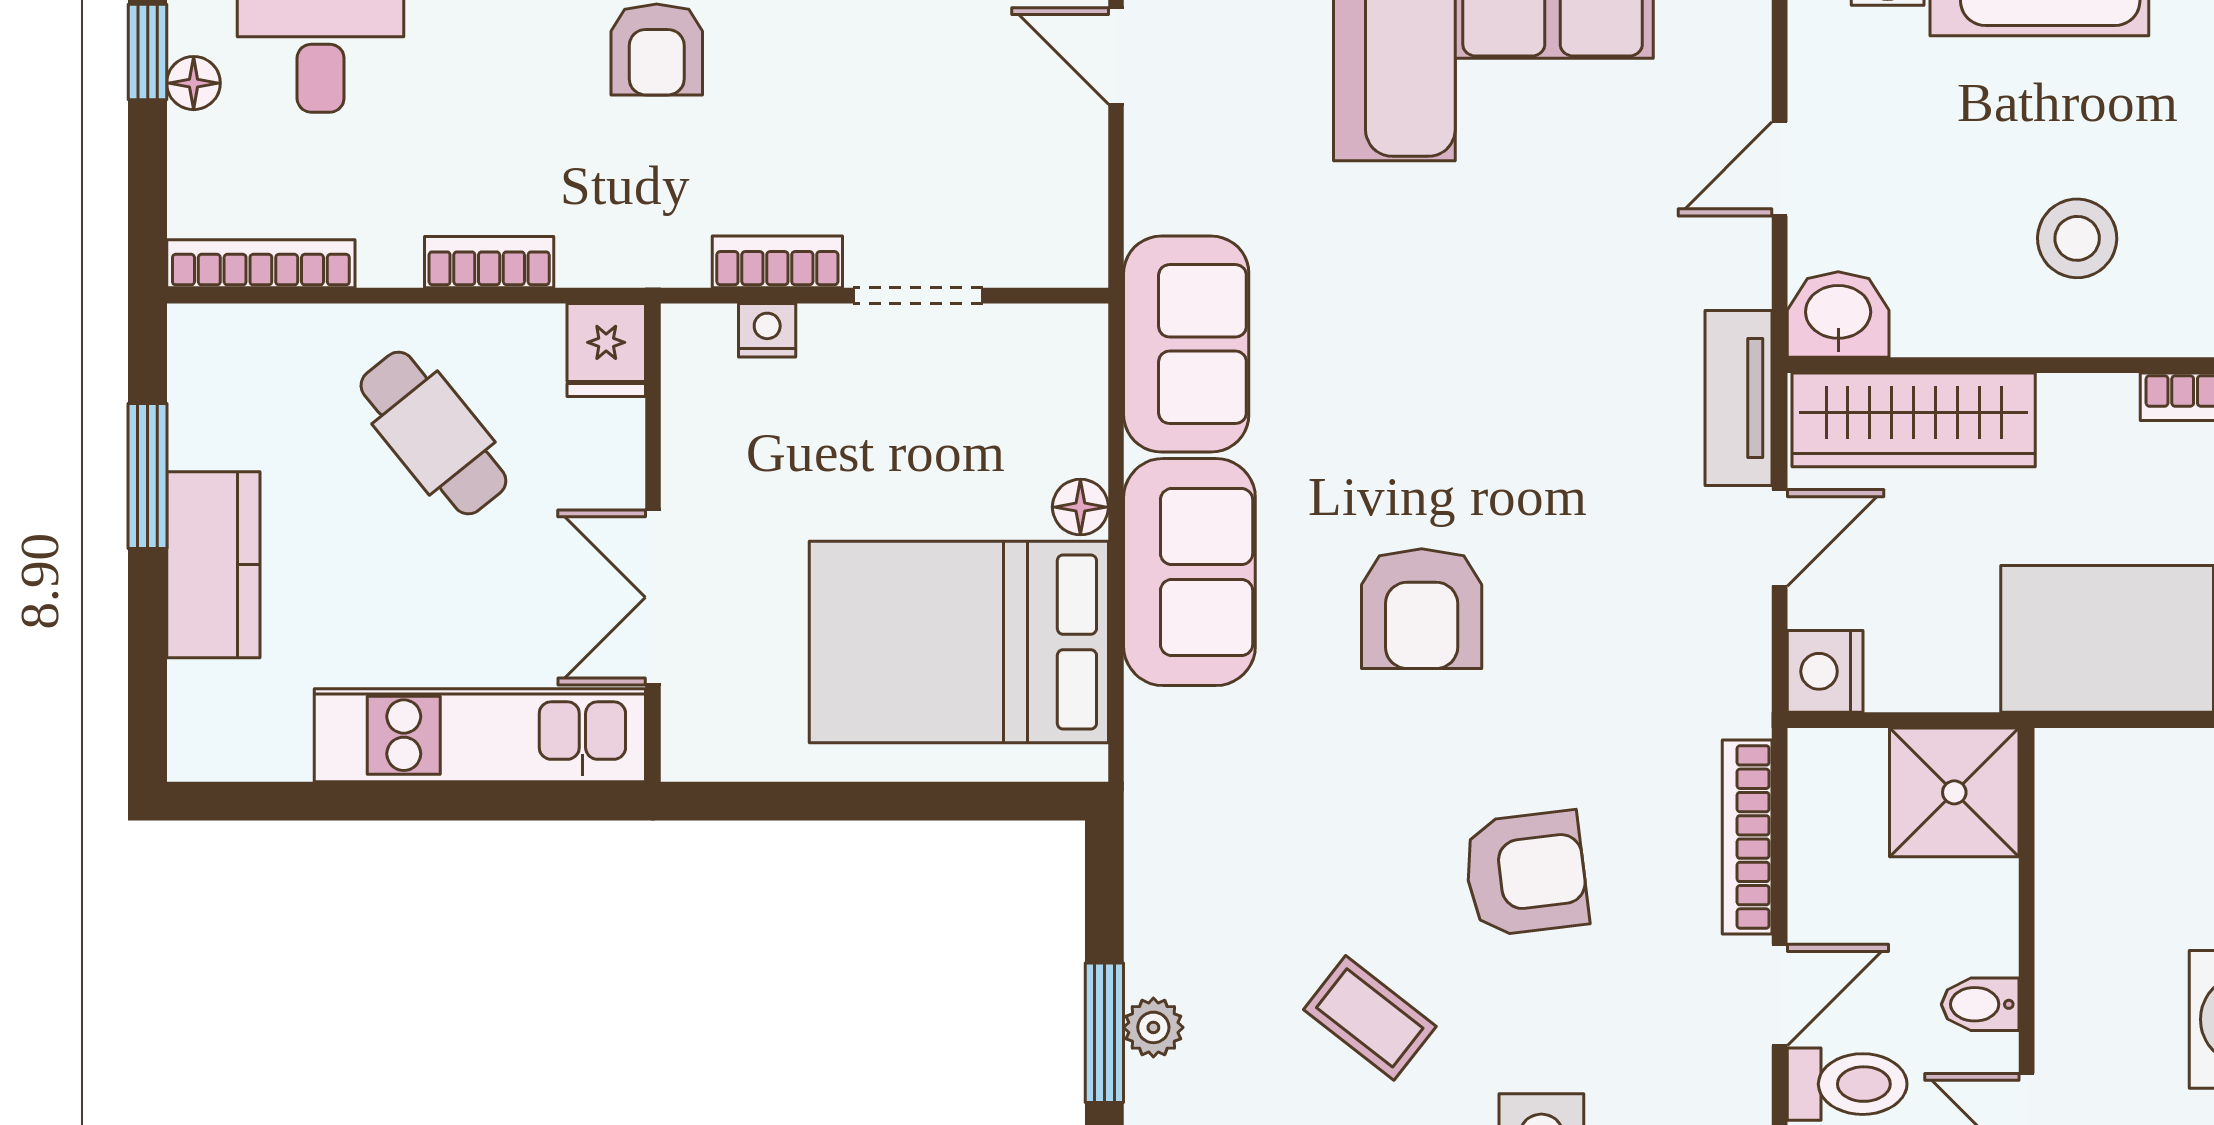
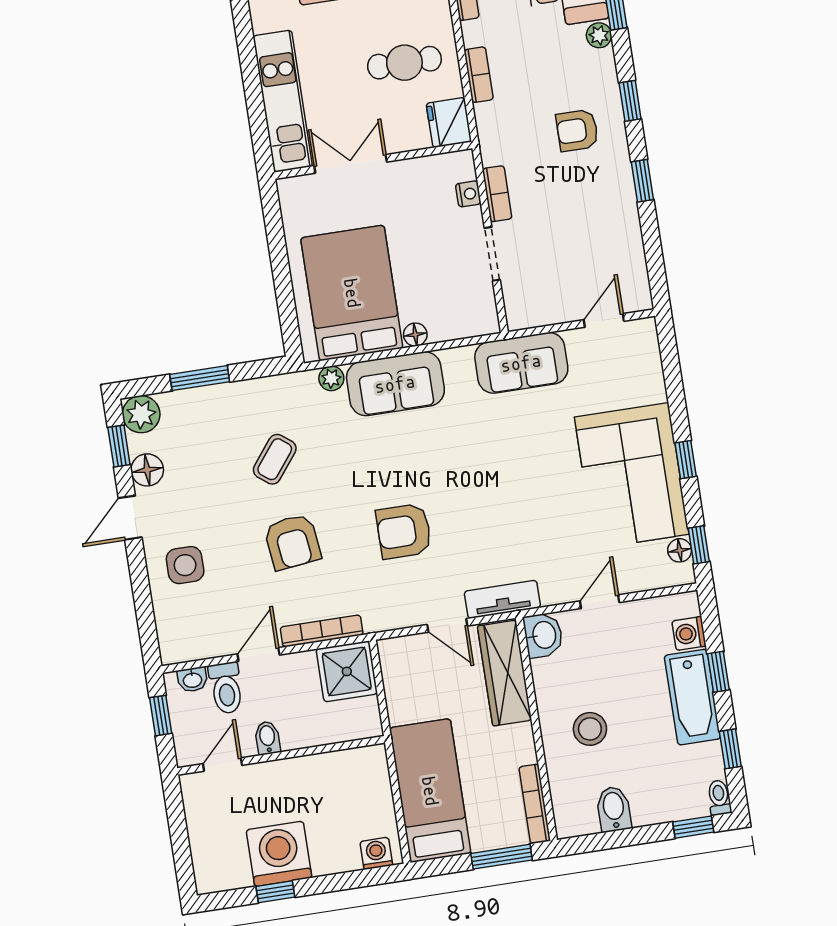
door: (1780, 169) -> (600, 602), hinge flipped
sofa: (1186, 344) -> (521, 363), moved
fridge: (606, 350) -> (449, 122), width x1.38
cafe table: (433, 433) -> (404, 63), turned 39
armchair: (1422, 609) -> (404, 531), moved
nightstand: (1825, 671) -> (395, 653), removed
shower: (1954, 792) -> (347, 671), moved
door: (1780, 995) -> (258, 655), swing flipped
coffee table: (1370, 1018) -> (275, 459), moved
plant: (1153, 1027) -> (331, 378), moved

